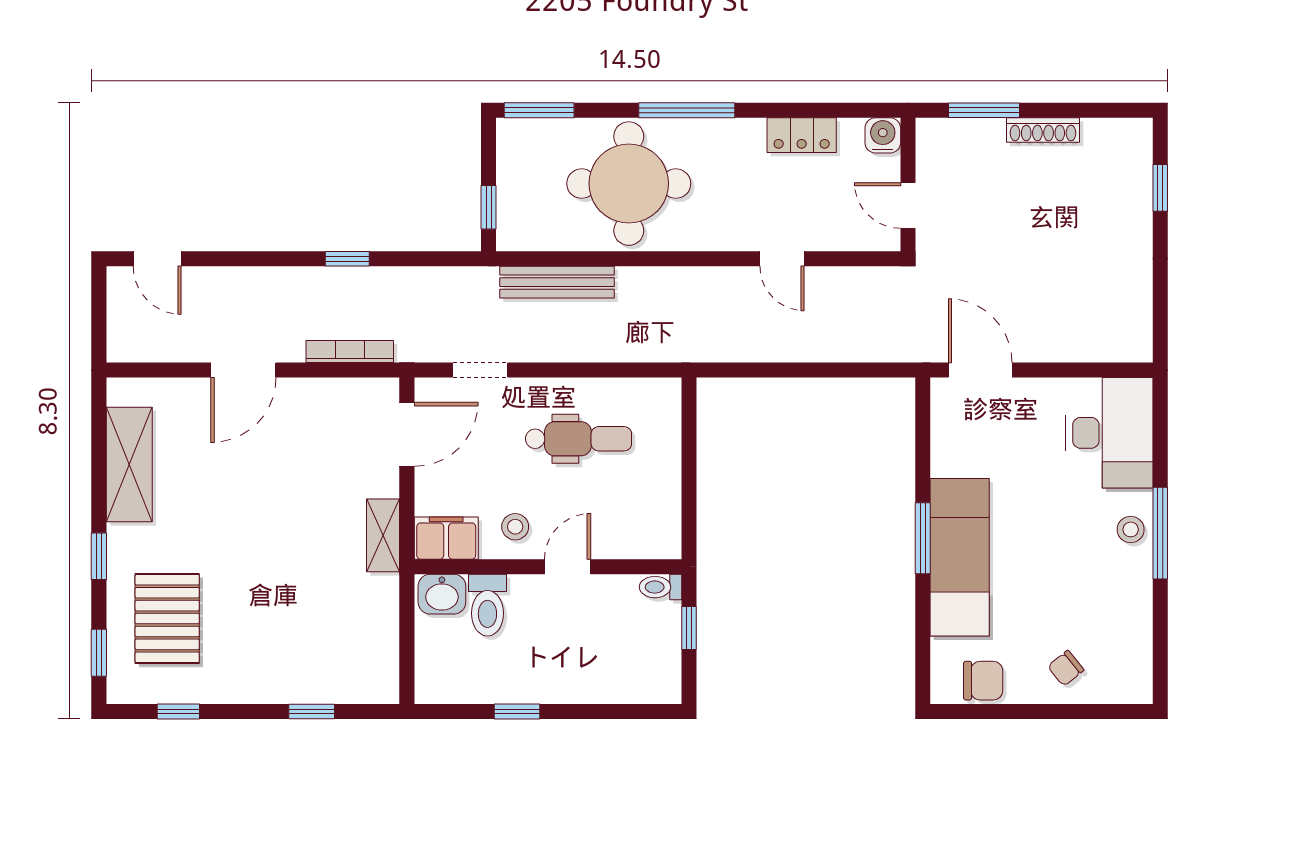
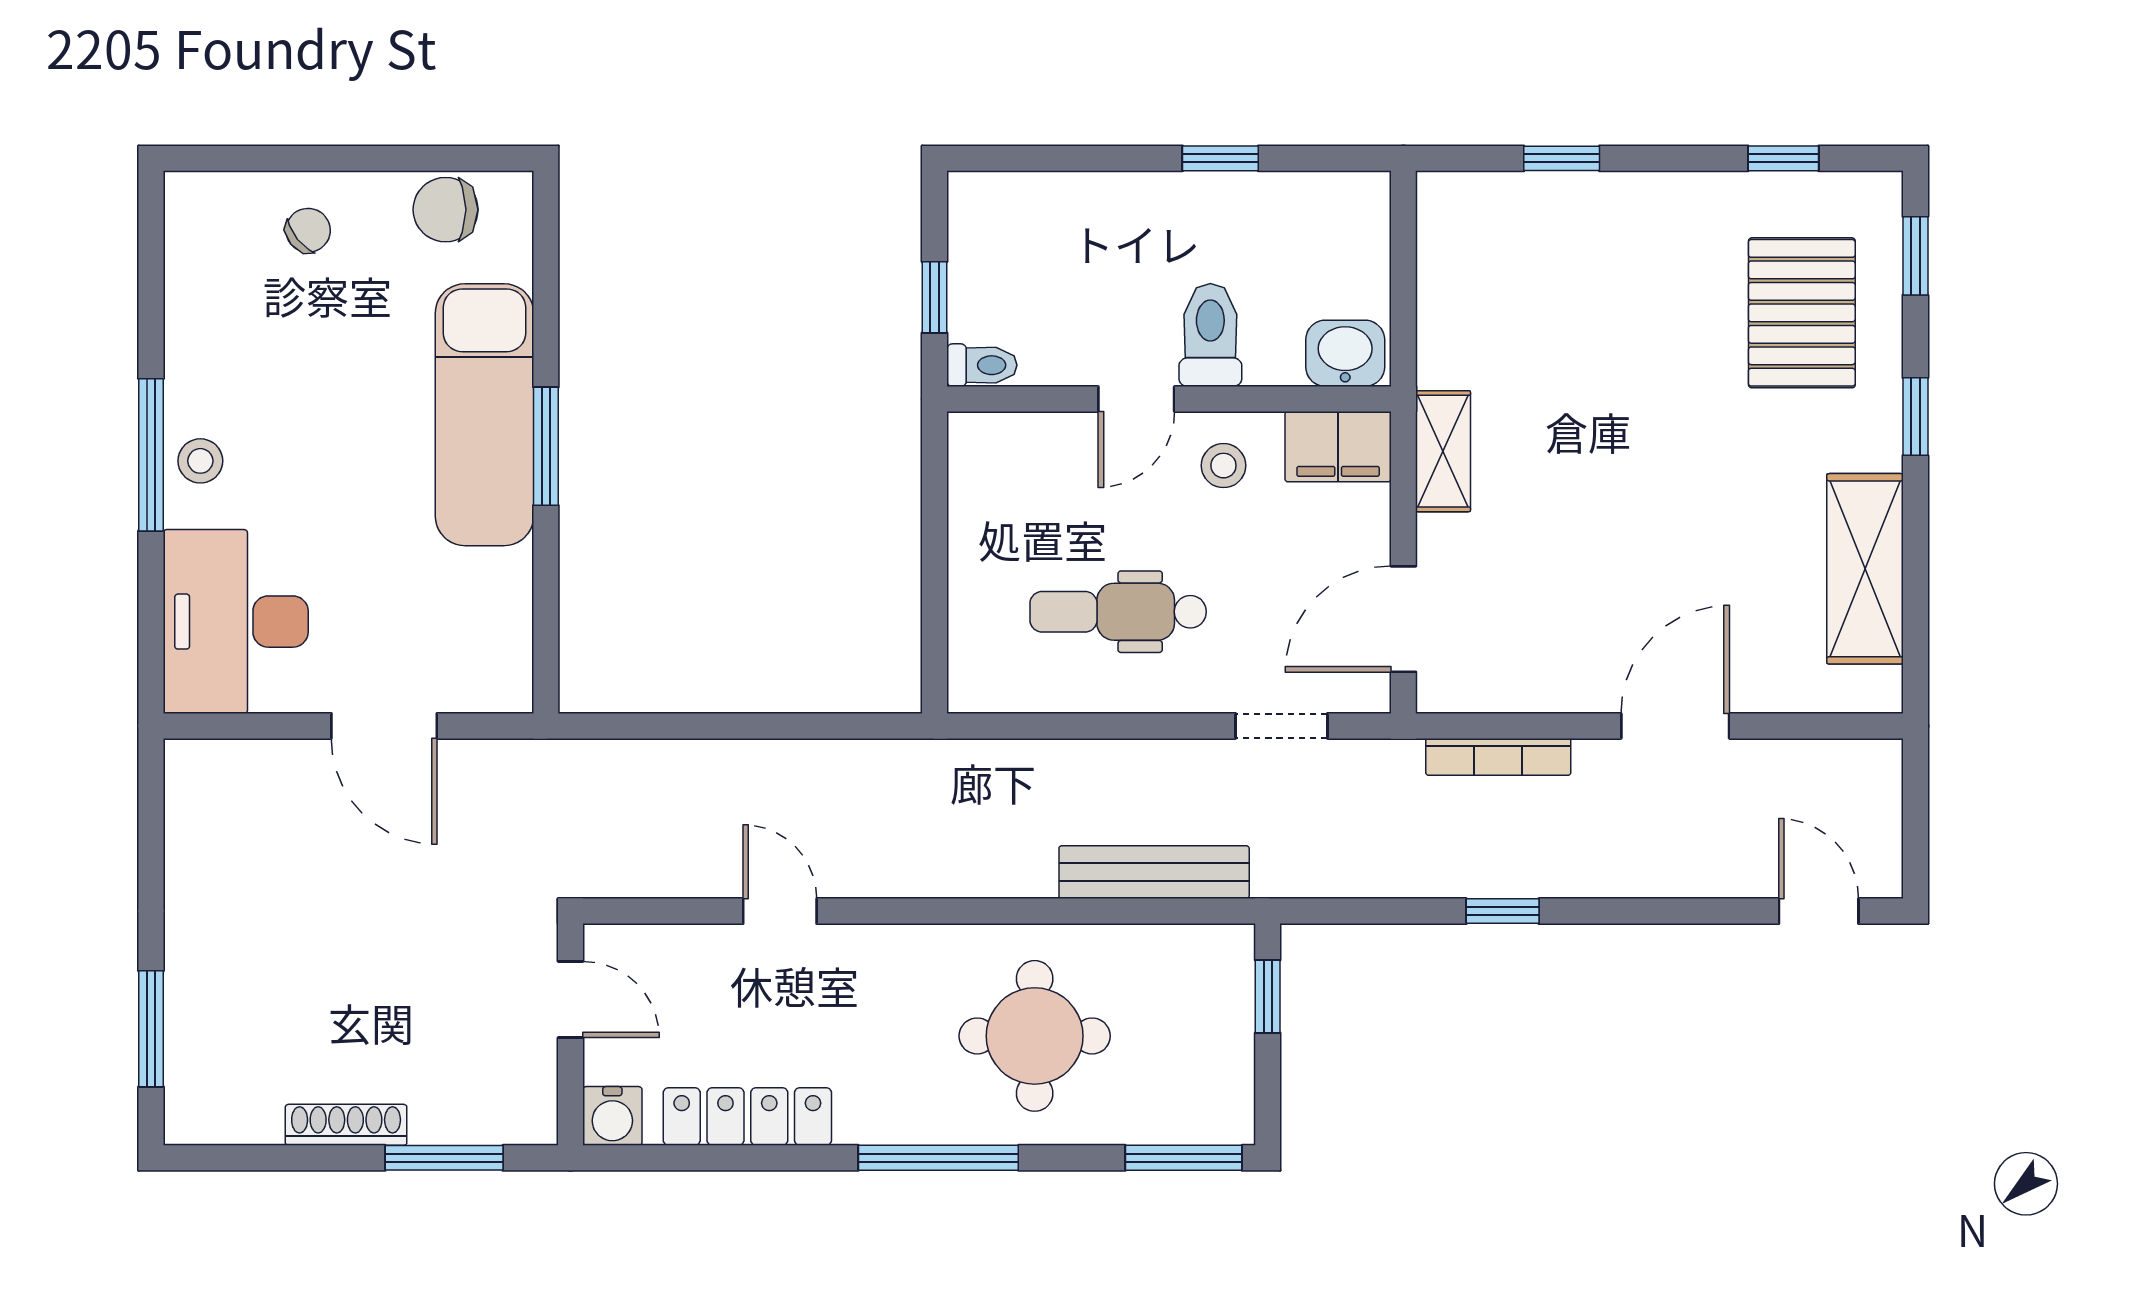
locker: (802, 135) -> (747, 1116), width x1.53
round table: (629, 184) -> (1035, 1036), width x0.73, depth x0.73
window: (1160, 188) -> (151, 1029), width x1.50
door: (980, 370) -> (384, 726), moved
toilet: (487, 605) -> (1210, 335), moved

